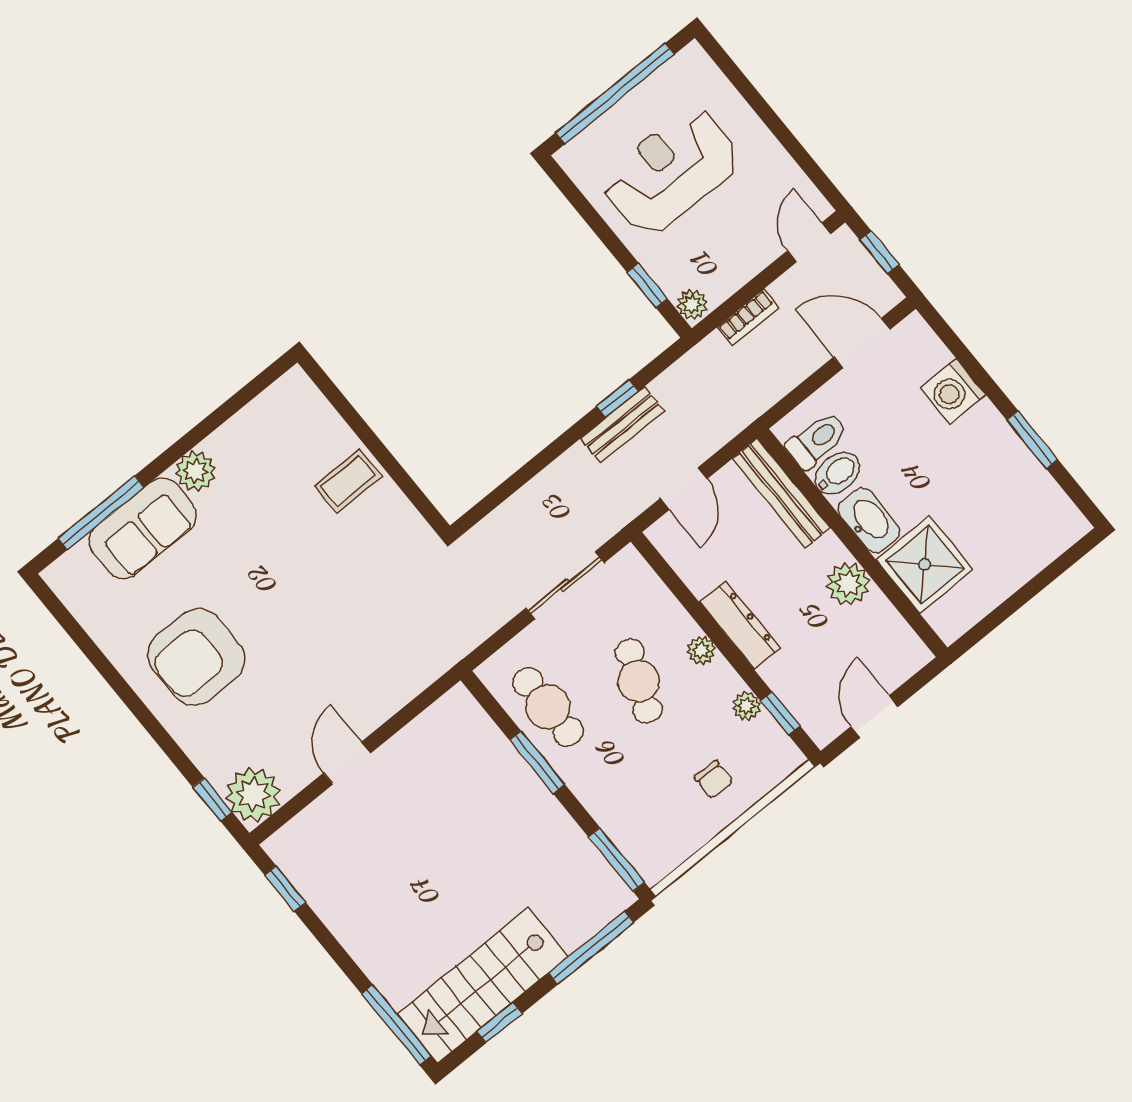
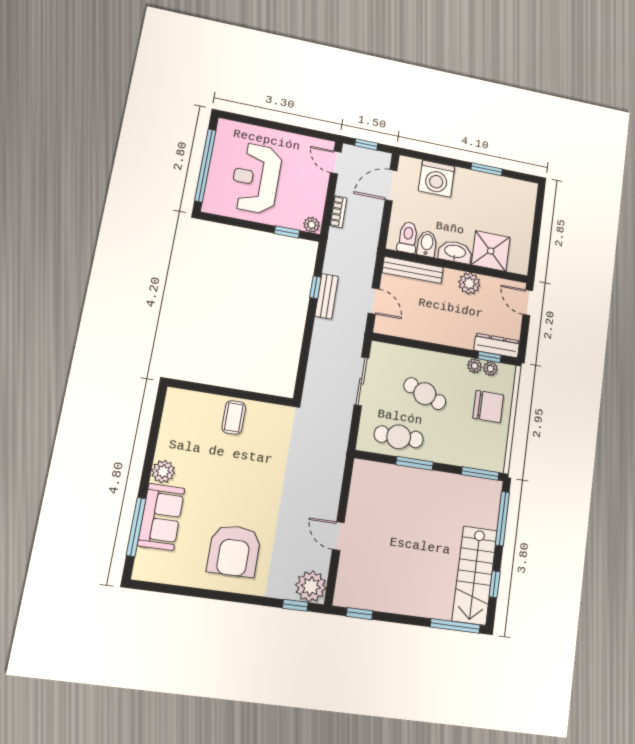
washing machine: (953, 391) -> (437, 179), width x1.37, depth x1.37
dresser: (740, 625) -> (497, 345), moved
plant: (701, 650) -> (490, 369), moved
door: (874, 717) -> (528, 303), moved
chair: (714, 780) -> (488, 406), width x1.87, depth x1.87

